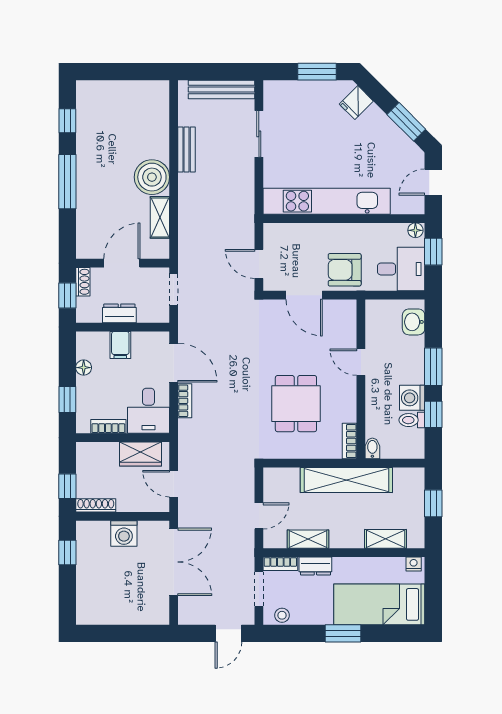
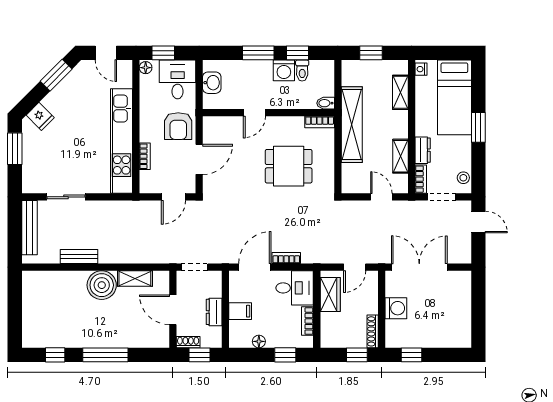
bookcase: (308, 229) -> (145, 156), added
washbasin: (414, 322) -> (212, 83), moved, turned -90

